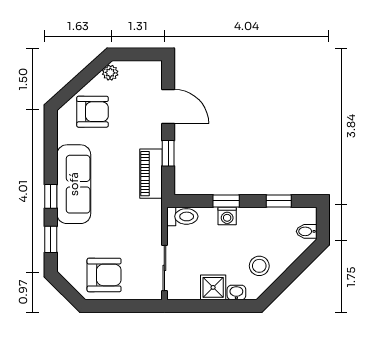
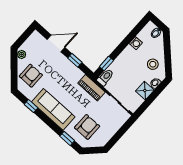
piano: (151, 174) -> (91, 88), moved
window: (51, 196) -> (31, 106), moved
window: (226, 201) -> (106, 64), moved
window: (279, 201) -> (134, 33), removed
washing machine: (227, 216) -> (136, 43), moved
armchair: (104, 275) -> (87, 127), moved

